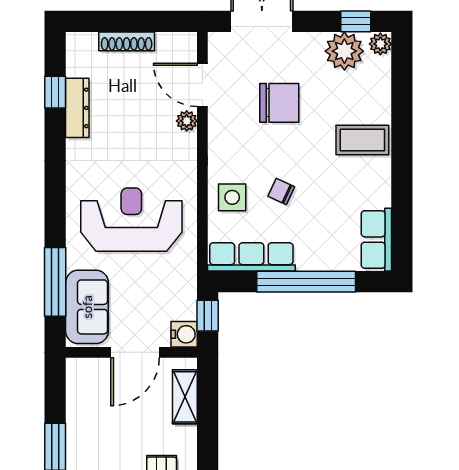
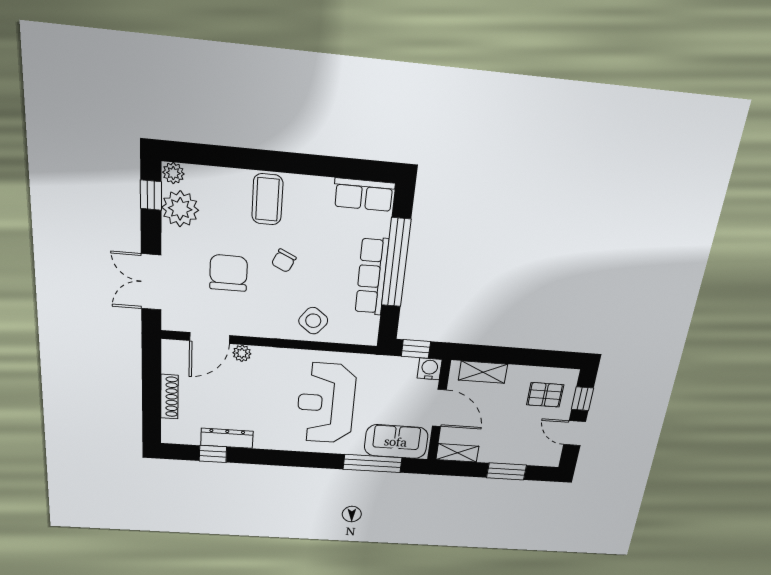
chair: (281, 191) -> (284, 261), moved
side table: (232, 197) -> (313, 321), turned 38
row of seats: (251, 257) -> (372, 276), moved
shelving: (77, 382) -> (457, 453), added

